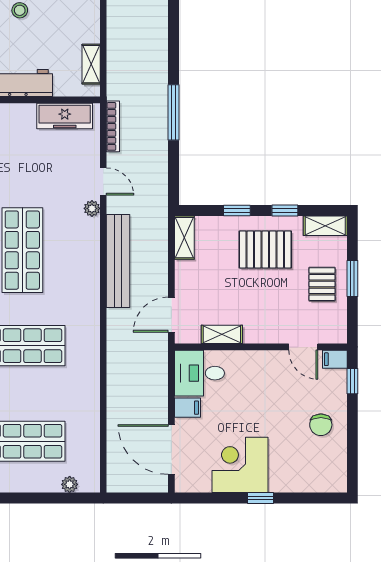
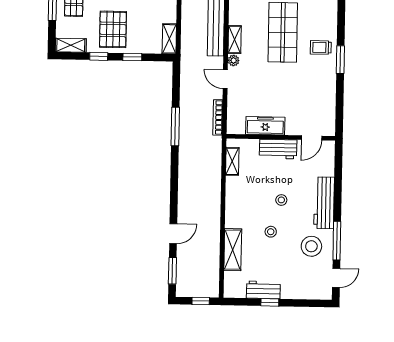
freezer: (65, 116) -> (265, 126), moved
shelving: (91, 238) -> (235, 40), added
pallet: (265, 249) -> (113, 29), turned 90

